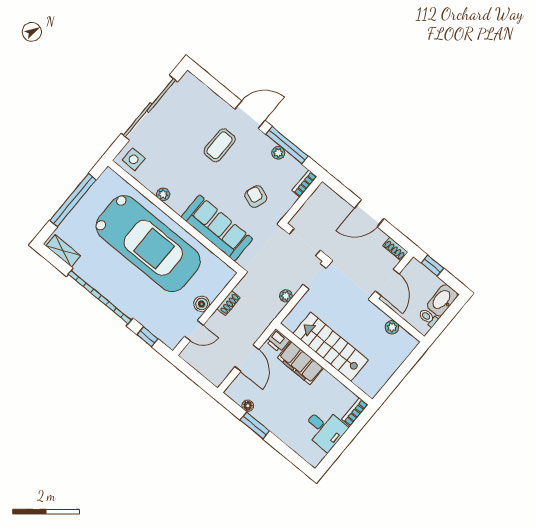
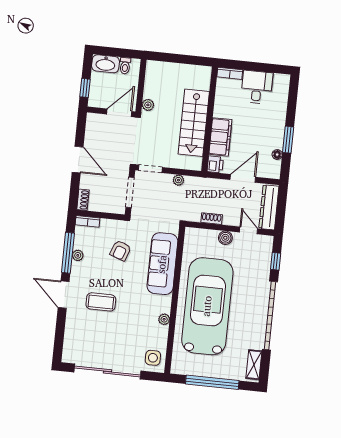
shoe rack: (395, 249) -> (83, 200), moved
plant: (392, 327) -> (148, 105), moved
dresser: (203, 364) -> (269, 207), added

